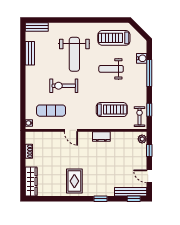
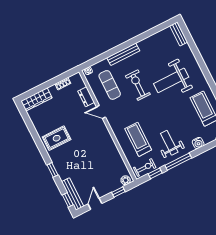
bench: (30, 53) -> (123, 54), moved, width x1.36
weight bench: (111, 69) -> (169, 143), moved
window: (149, 73) -> (178, 162), moved
treadmill: (112, 110) -> (138, 139), turned 180
door: (71, 130) -> (101, 112), hinge flipped
dresser: (101, 137) -> (86, 97), moved

